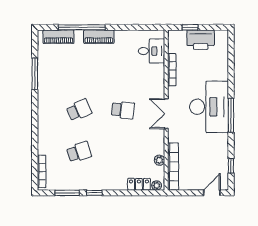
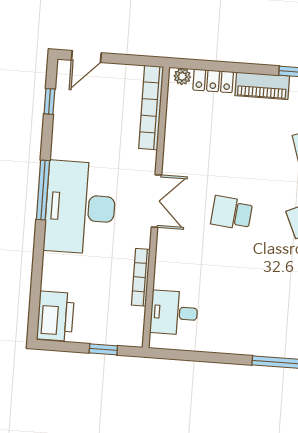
piano: (99, 37) -> (262, 86), moved, turned 180
printer: (201, 40) -> (56, 316), moved, turned 90
plant: (159, 160) -> (174, 121), removed

